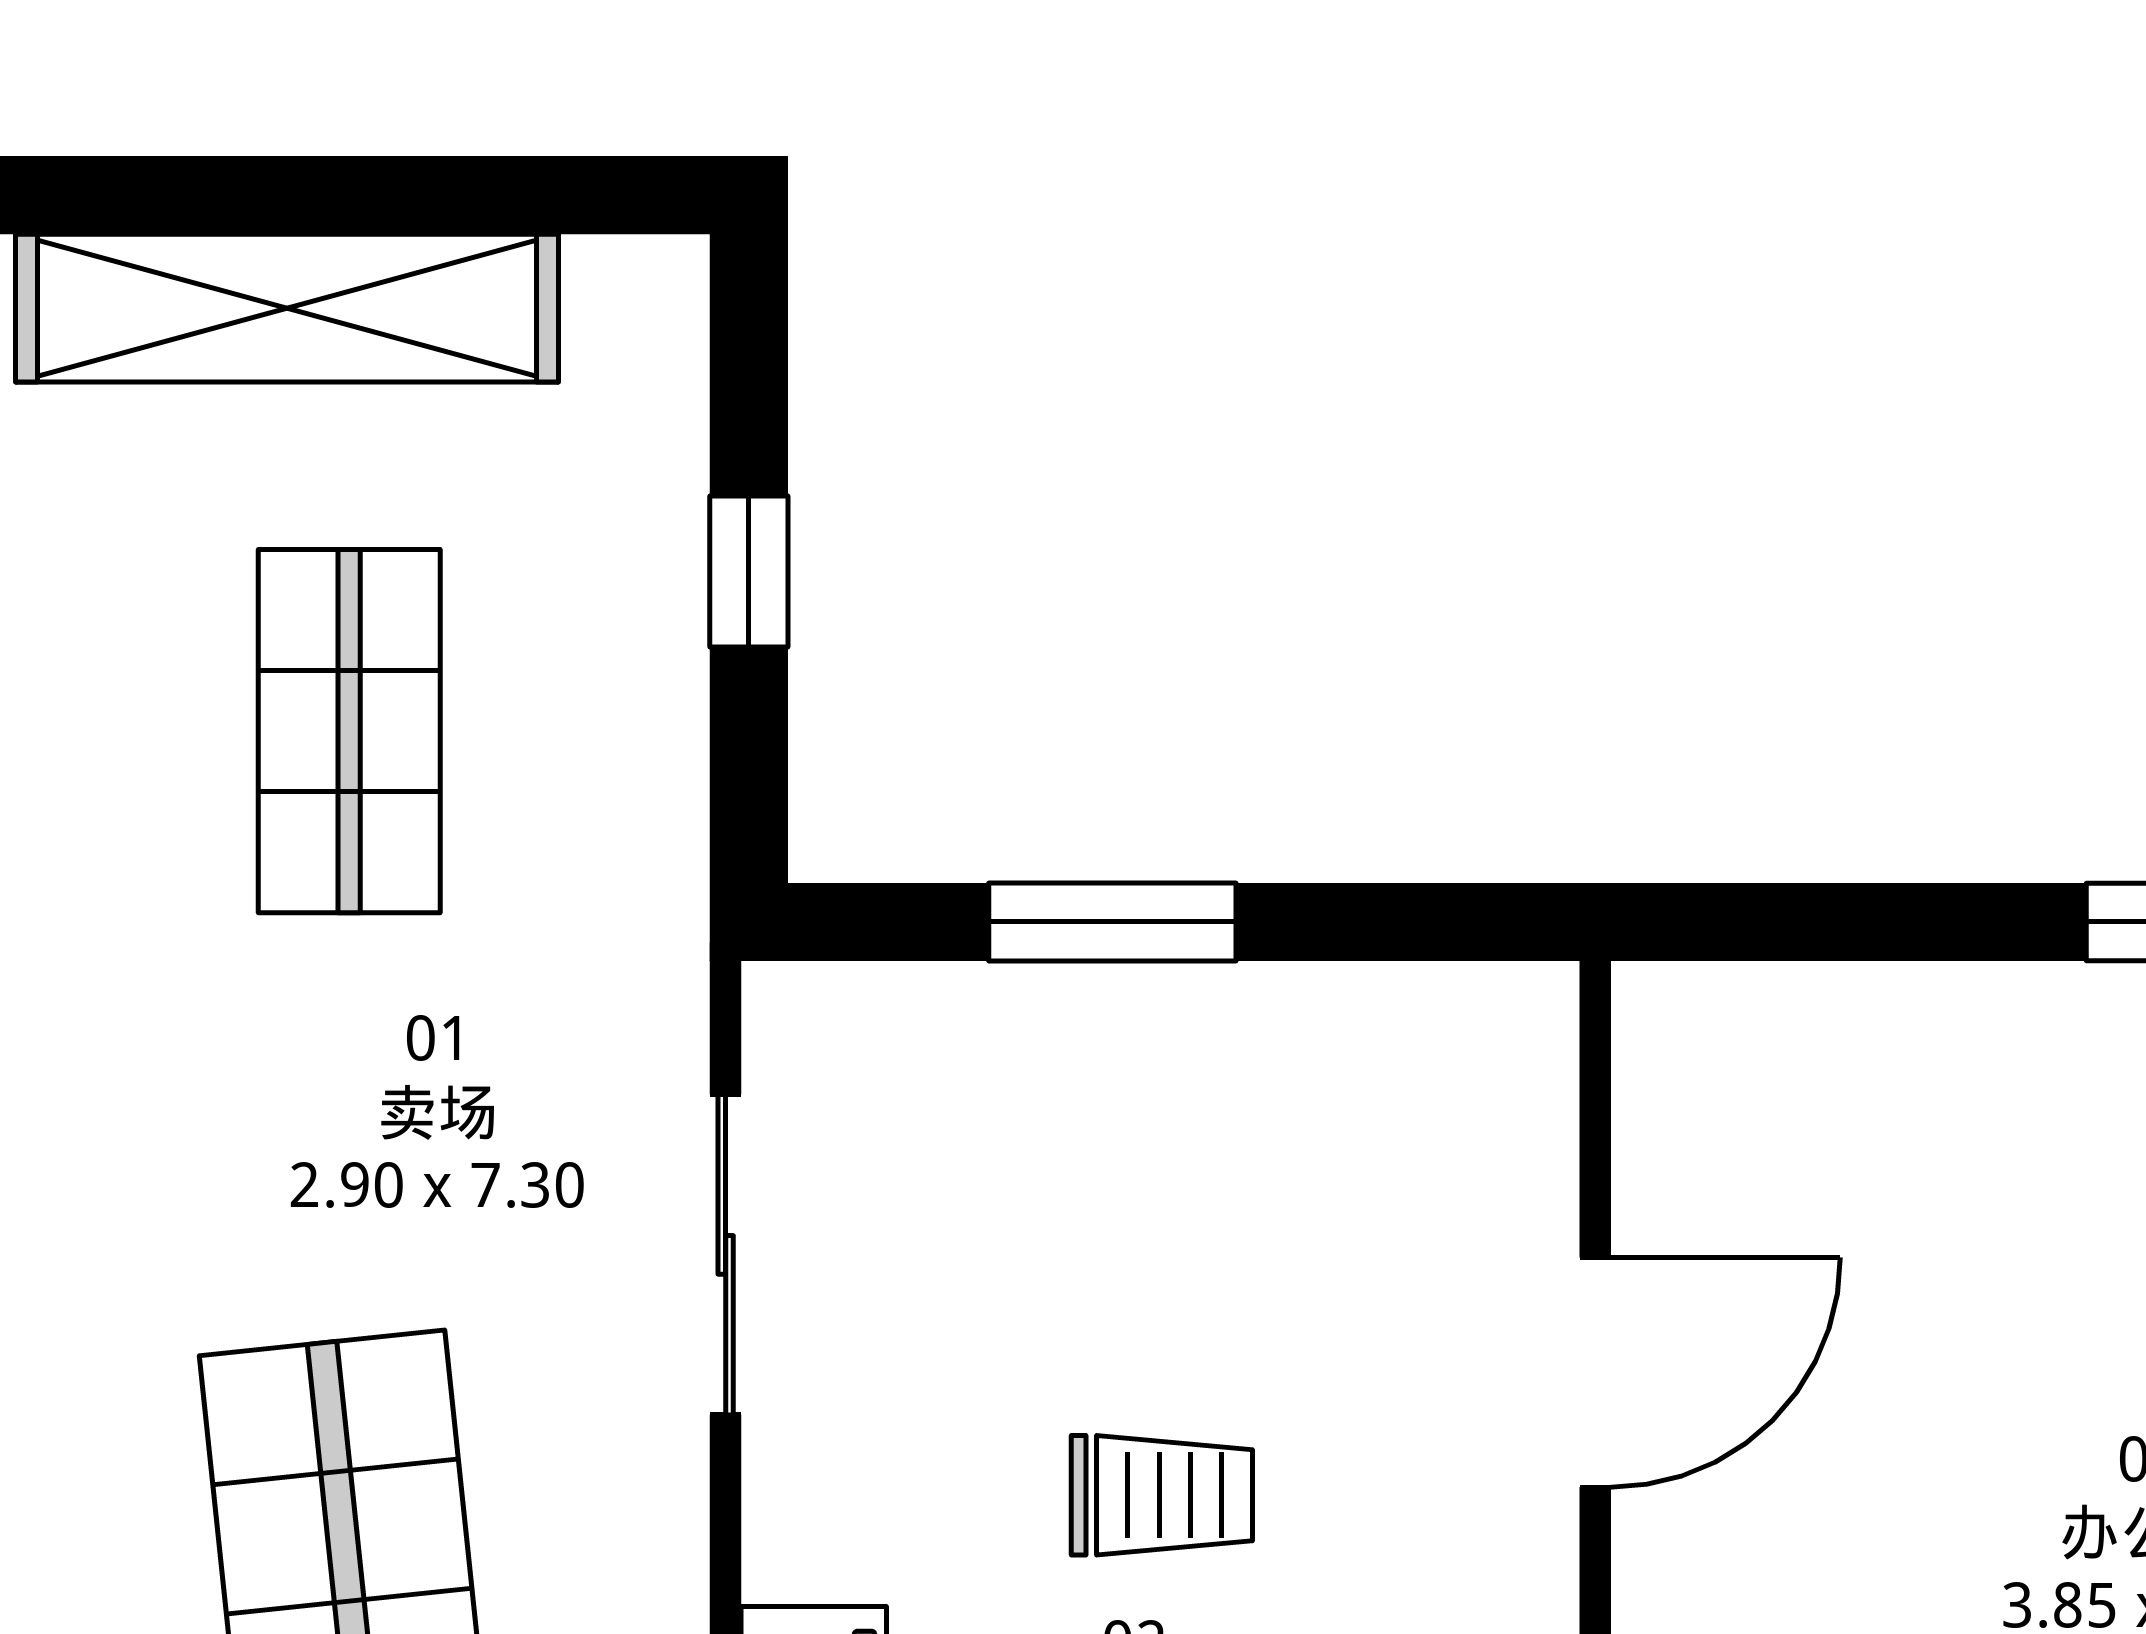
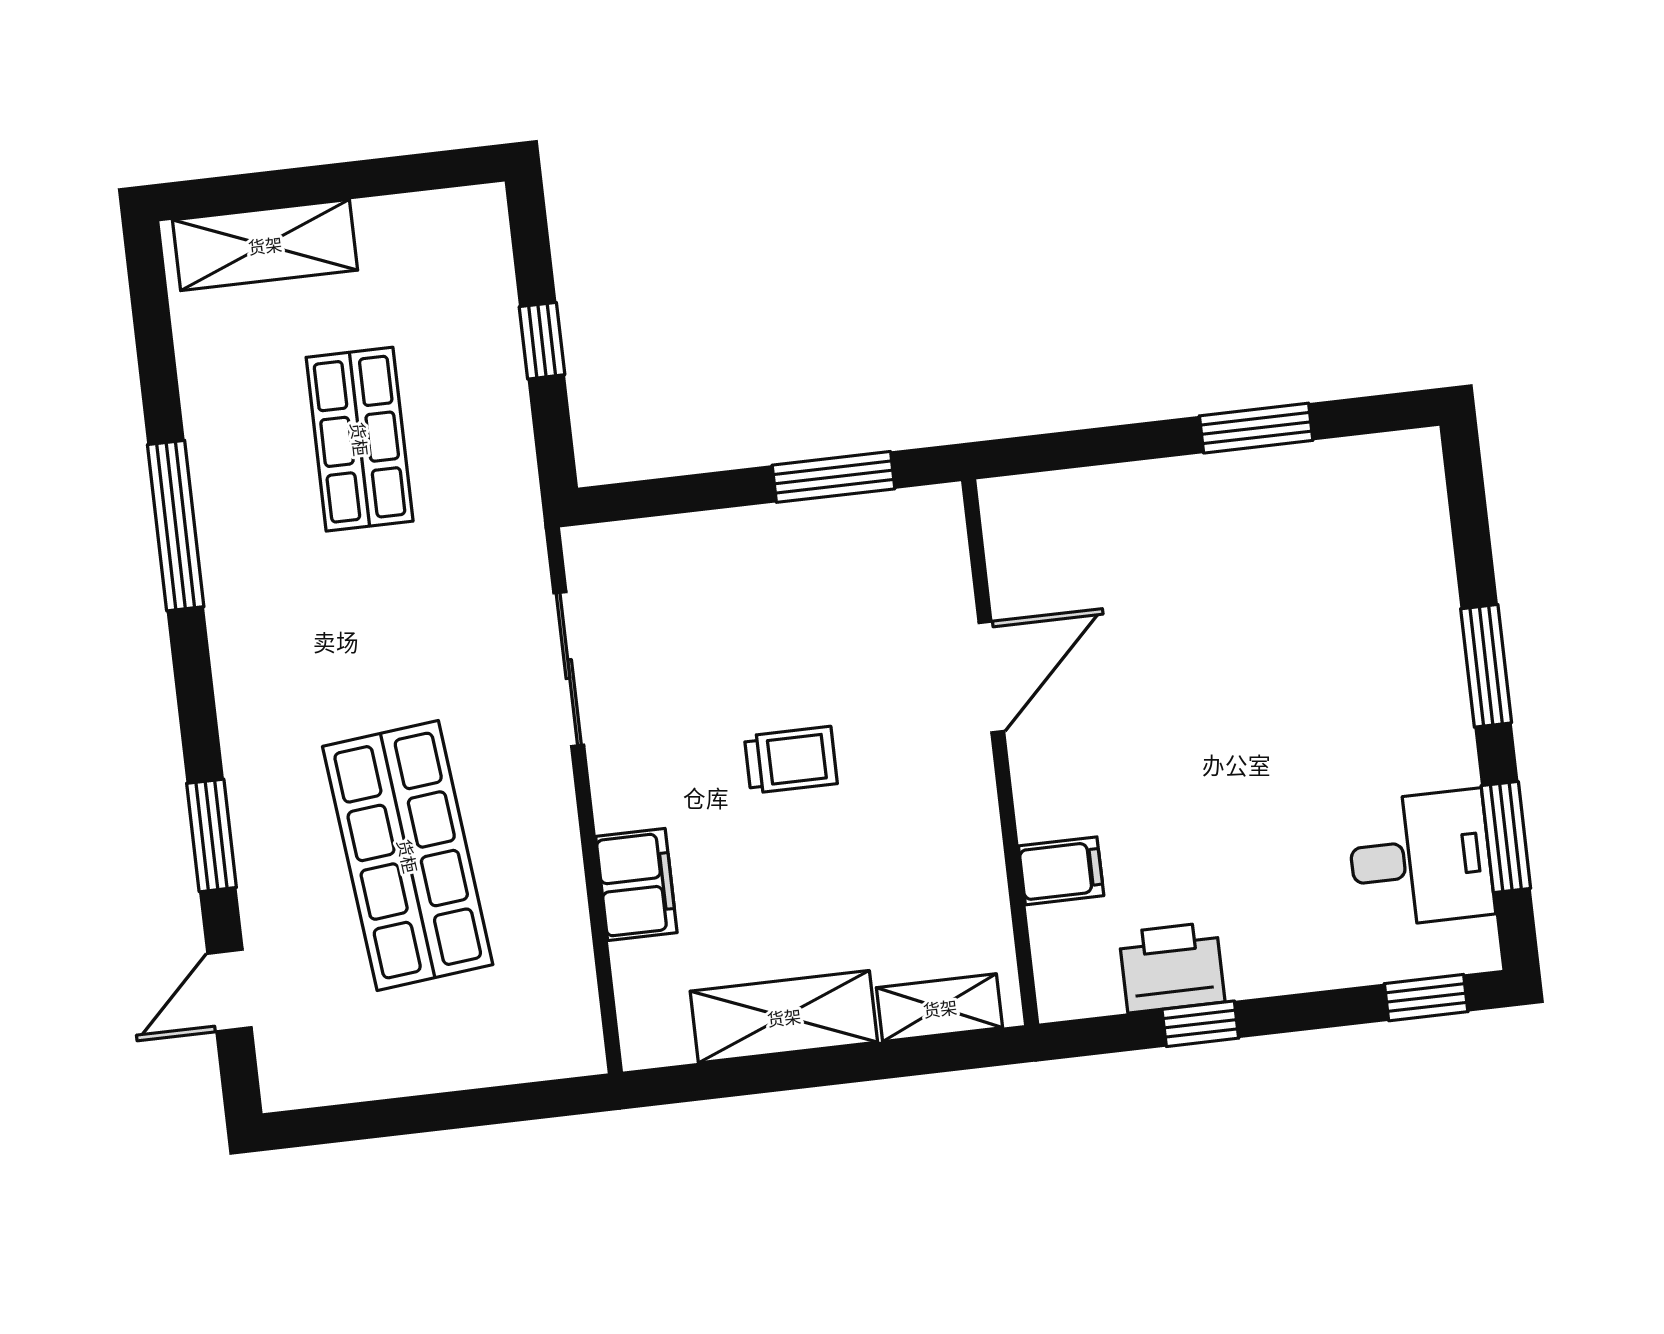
shelving: (287, 308) -> (265, 245), width x0.68
window: (1112, 922) -> (833, 477), moved

